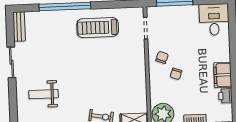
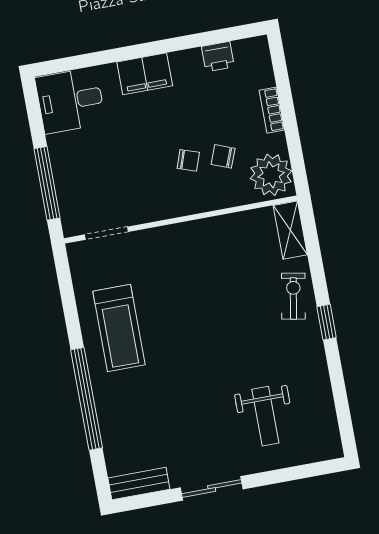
chair: (162, 57) -> (223, 156), moved
filing cabinet: (223, 75) -> (145, 74), moved

